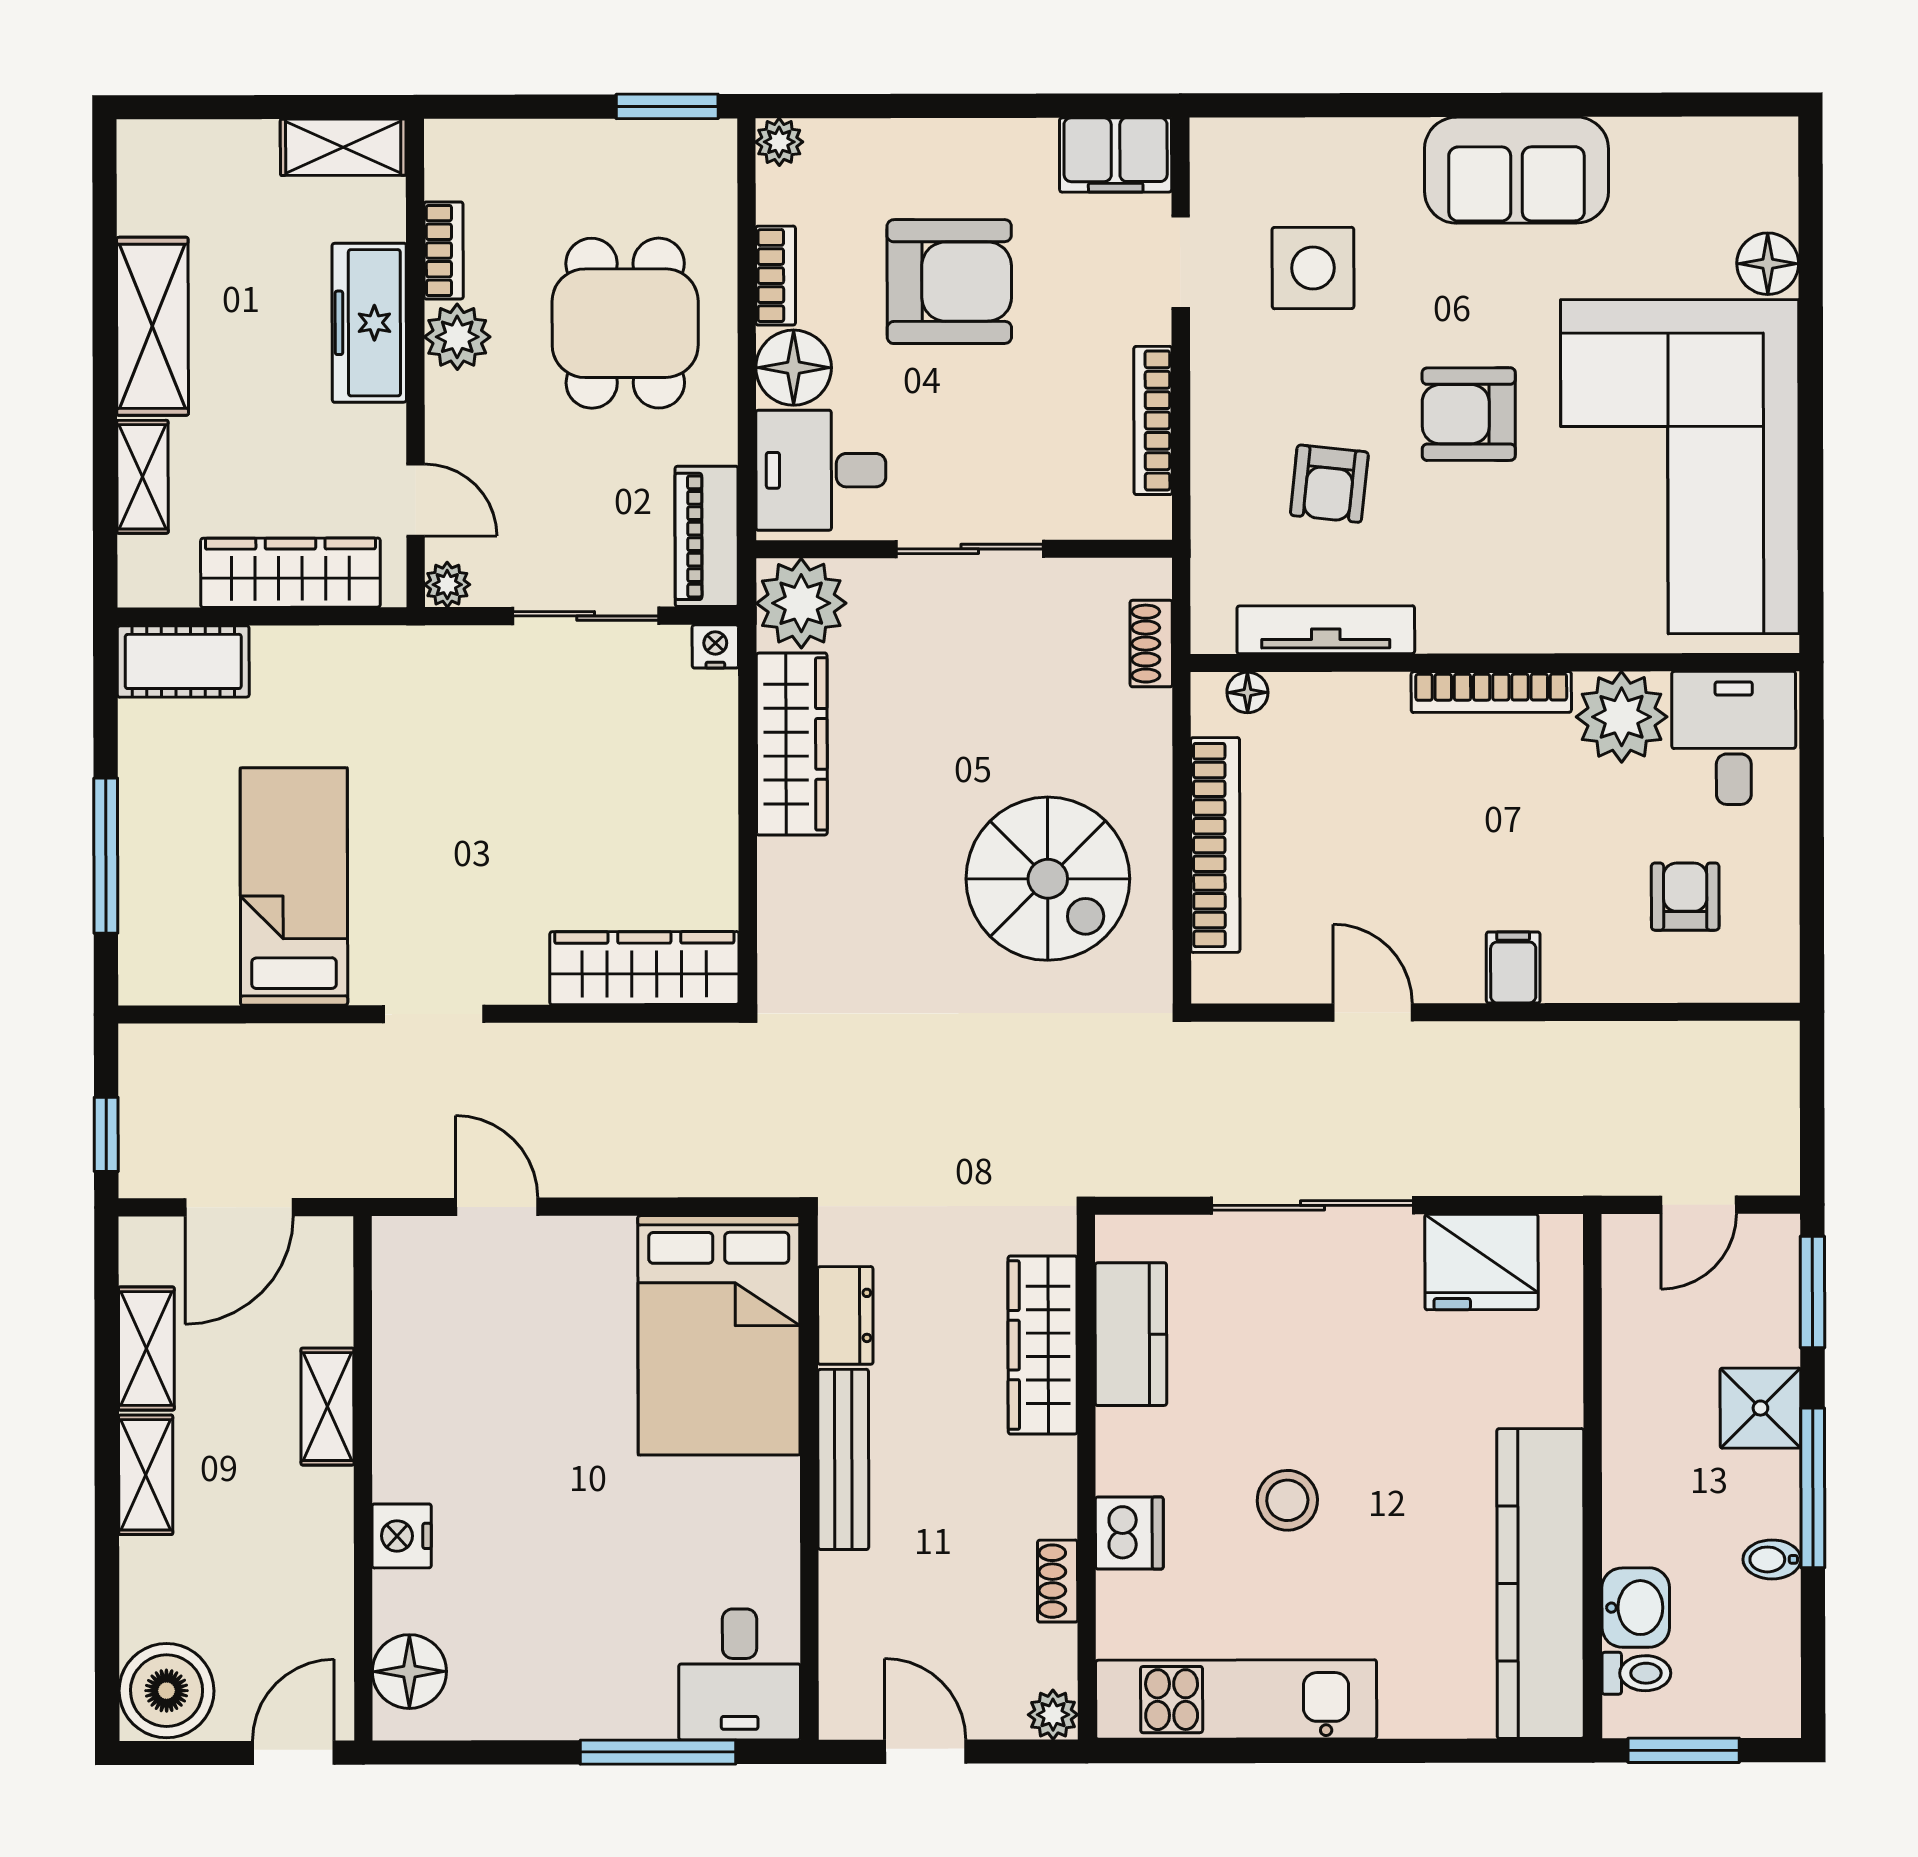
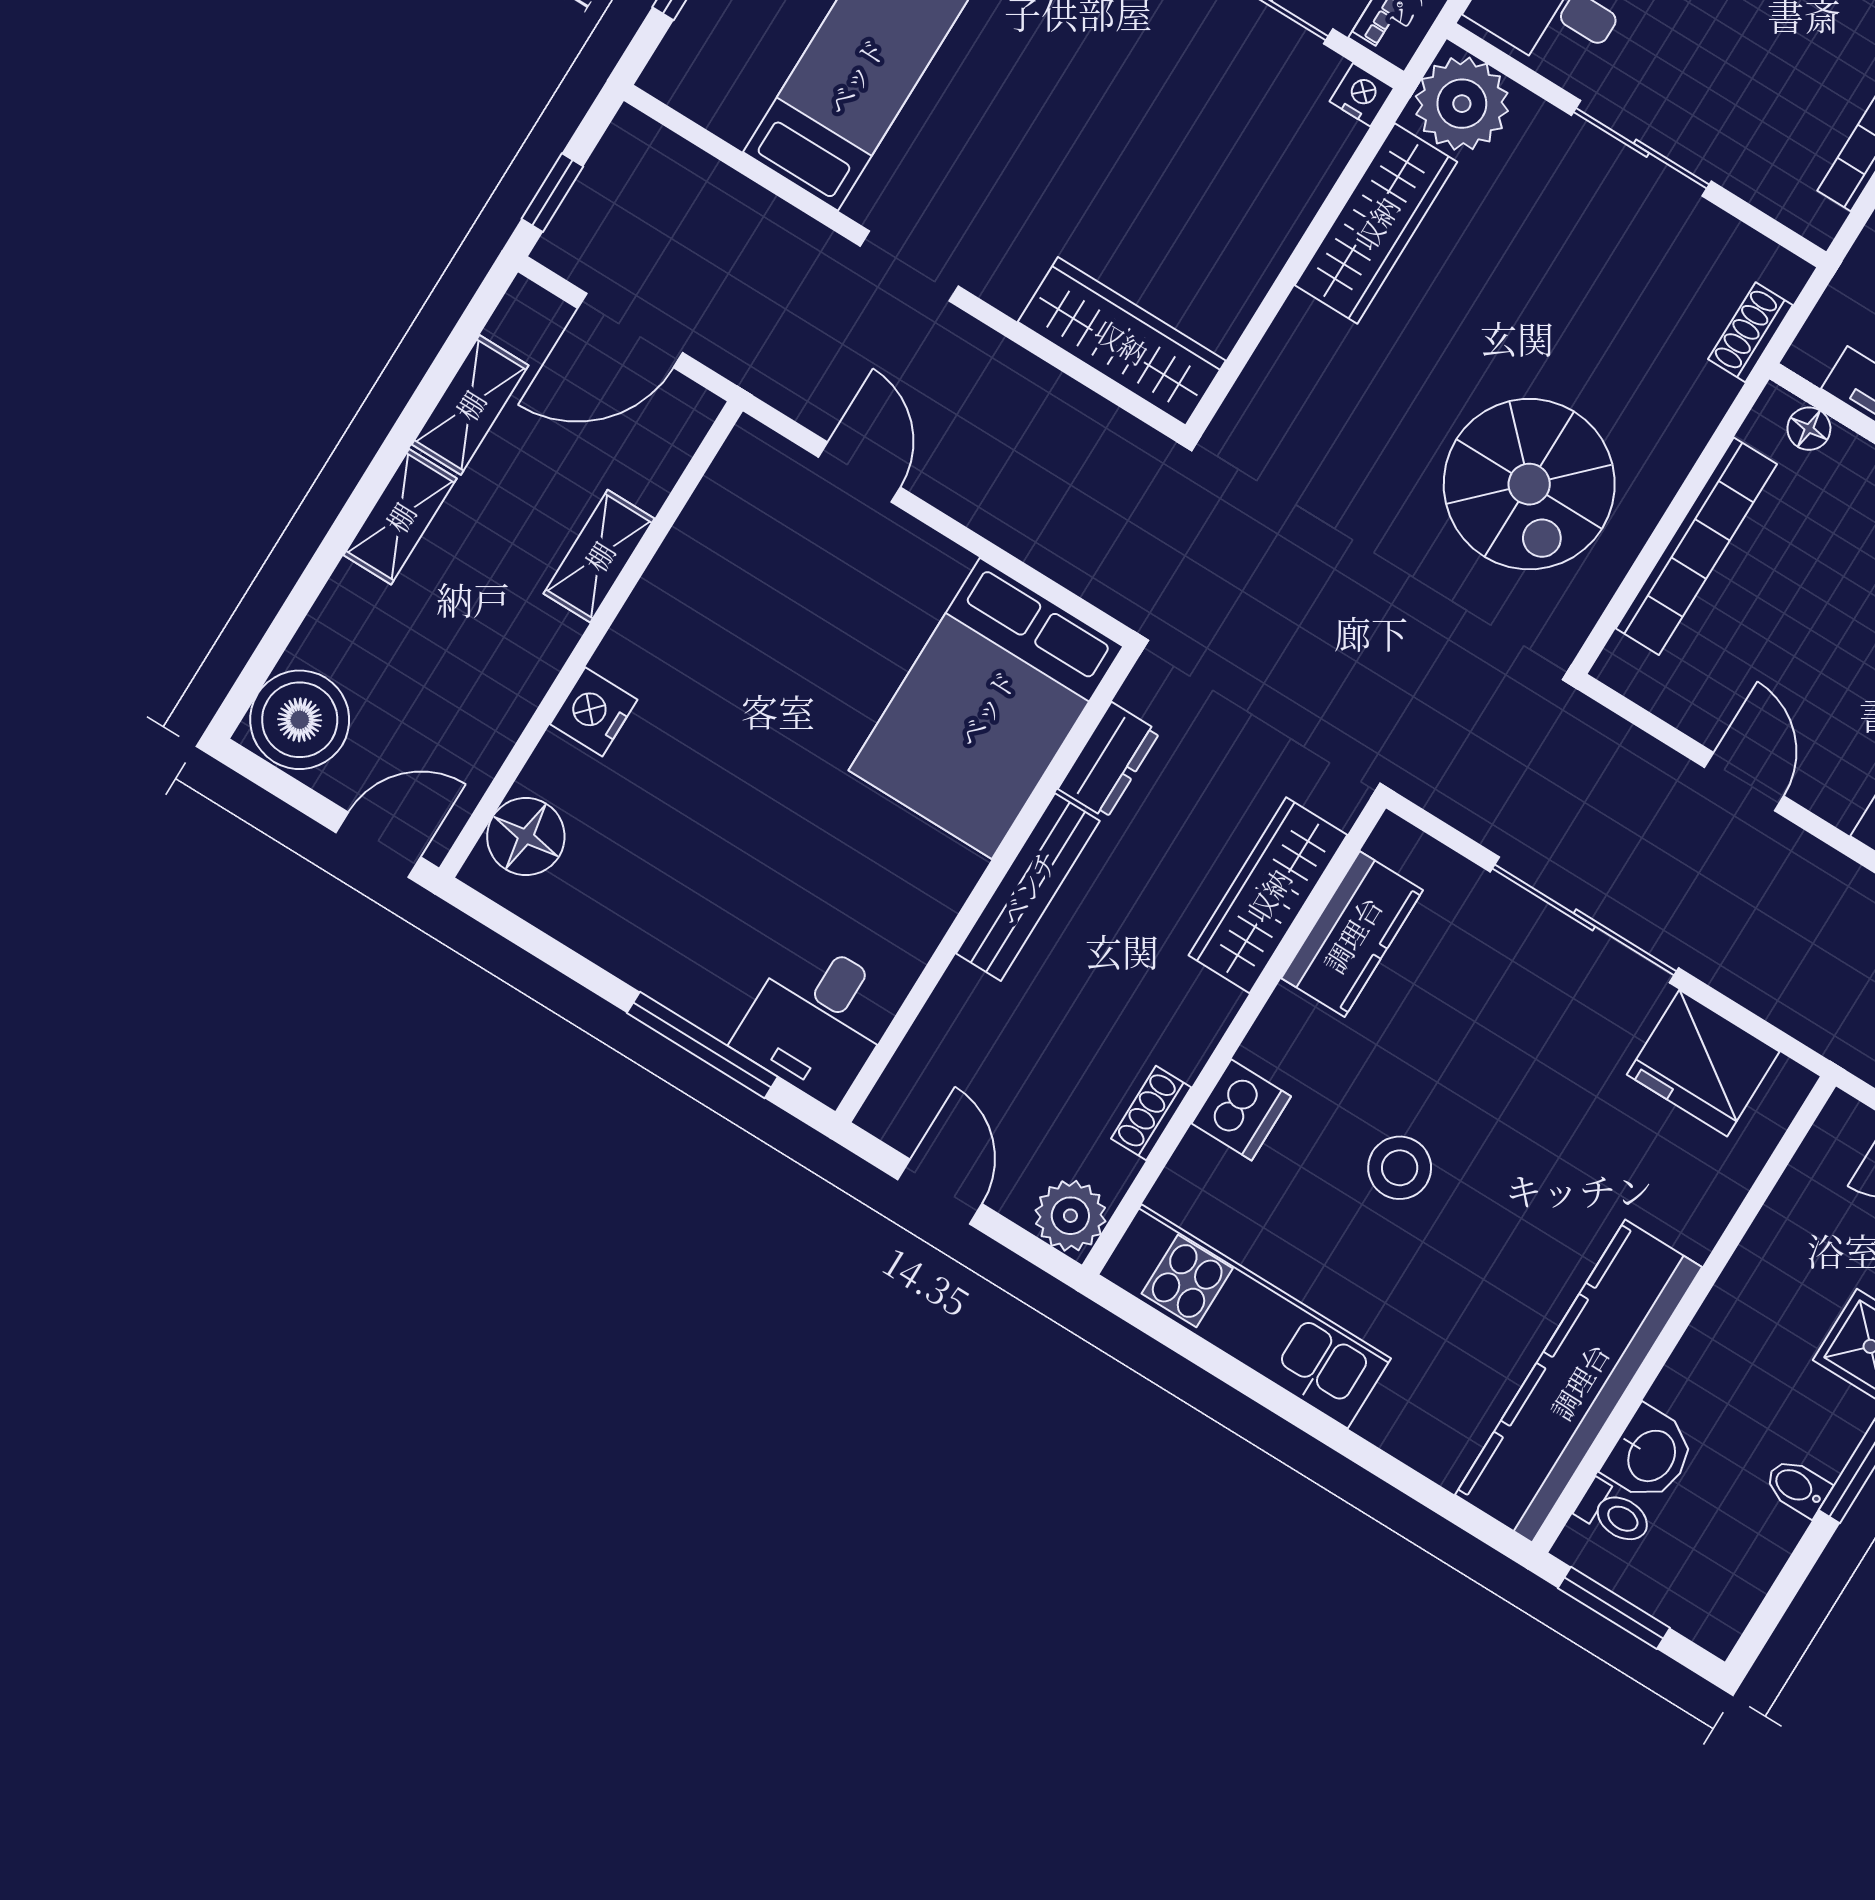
plant: (1053, 1715) -> (1070, 1216), width x1.38, depth x1.38

